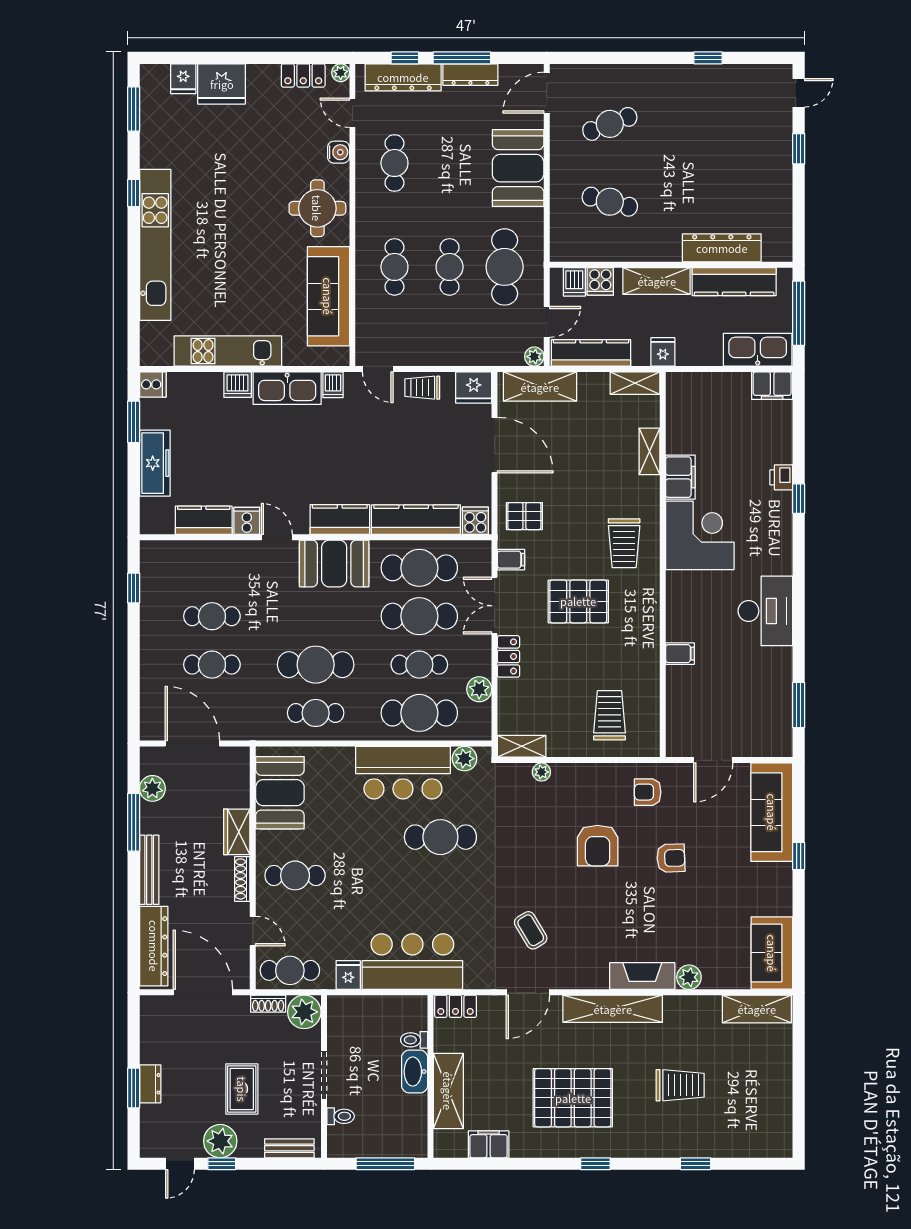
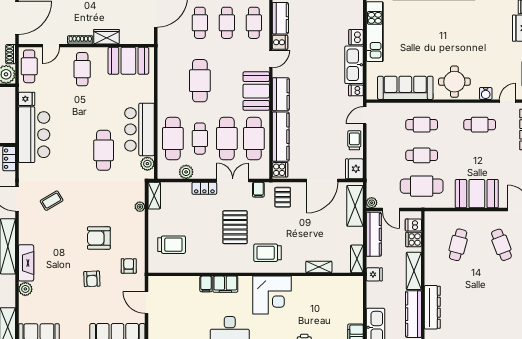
filing cabinet: (680, 477) -> (225, 284), moved
cafe table: (316, 713) -> (254, 23), moved

